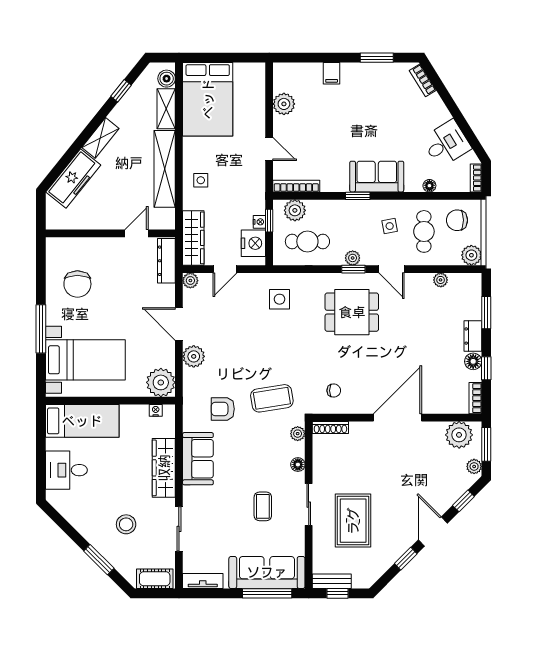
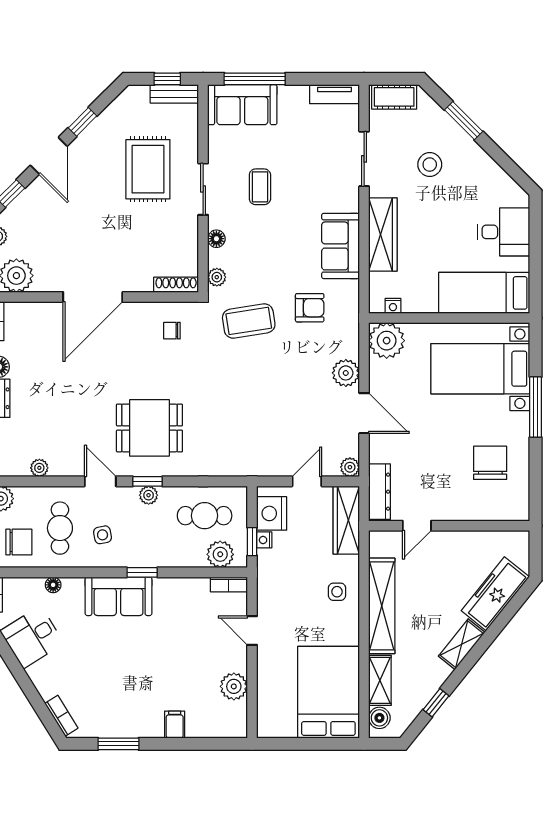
bookcase: (296, 186) -> (229, 584), width x0.64
side table: (280, 299) -> (239, 444), removed
sofa: (267, 572) -> (242, 105), width x0.73

